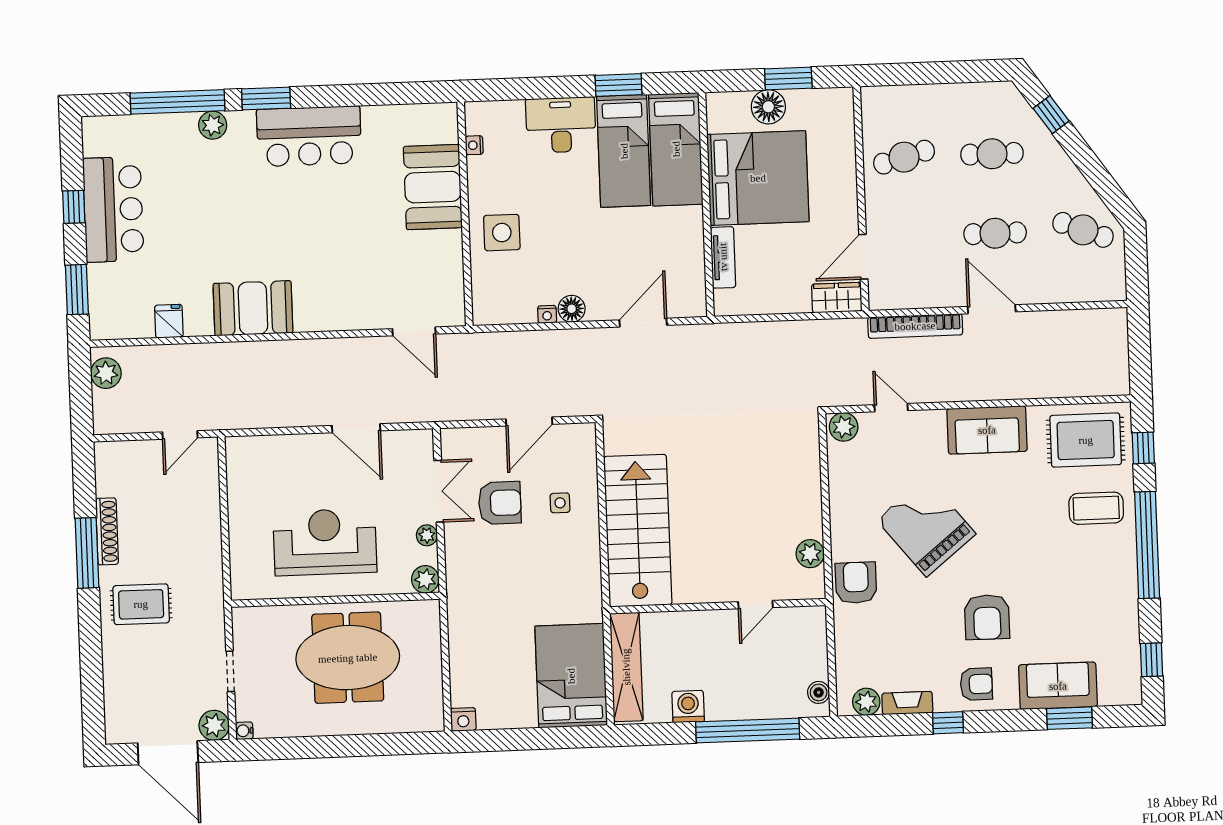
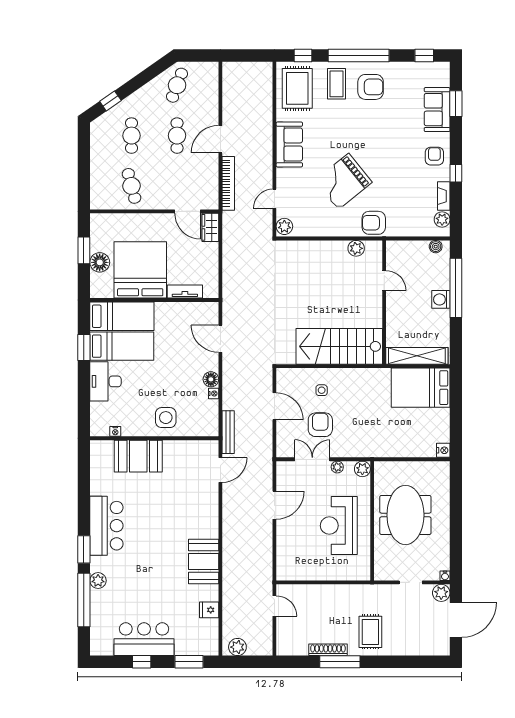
bench: (480, 342) -> (228, 432), added
armchair: (987, 617) -> (371, 87), moved
washing machine: (688, 707) -> (441, 299), moved

